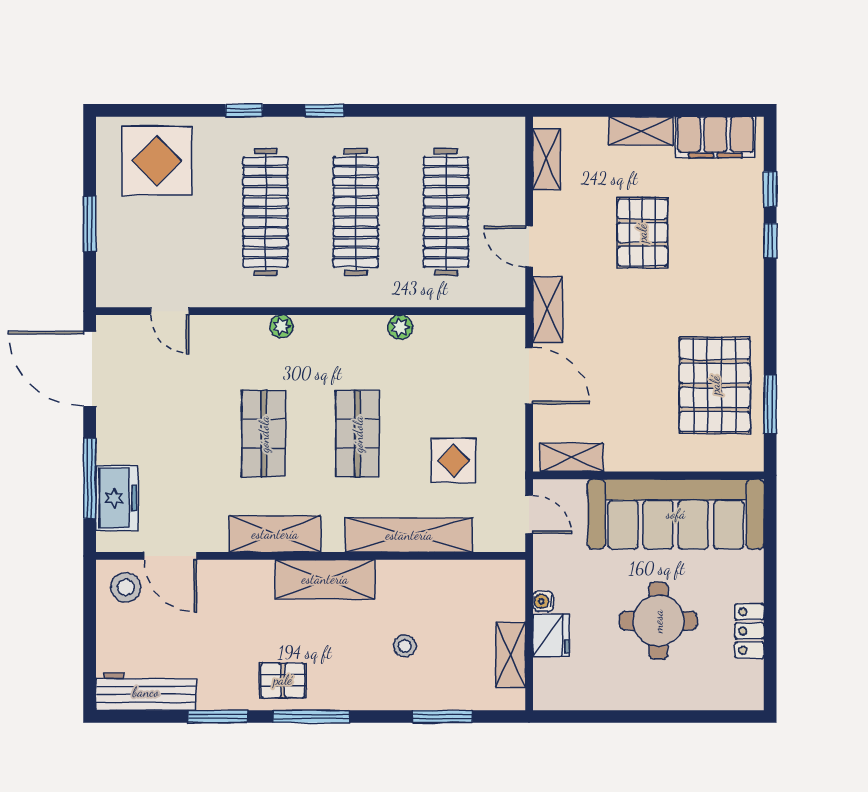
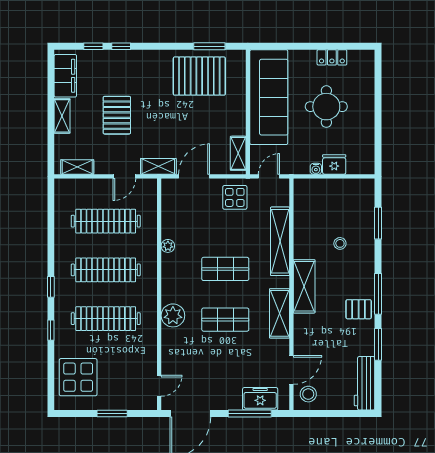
pallet: (642, 233) -> (117, 115), turned 90
door: (170, 311) -> (159, 386), moved
plant: (281, 326) -> (173, 315), width x1.87, depth x1.87
display table: (454, 461) -> (235, 197), moved
shelving: (511, 655) -> (345, 186), removed
pallet: (283, 680) -> (359, 309), turned 90

